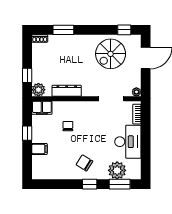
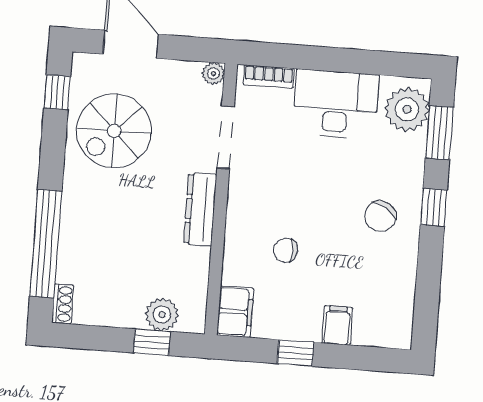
window: (63, 30) -> (46, 244), width x2.11
spiral stairs: (111, 54) -> (114, 131), turned 90
plant: (38, 90) -> (162, 315), moved
dresser: (67, 91) -> (200, 209), moved
plant: (117, 170) -> (407, 109), moved

